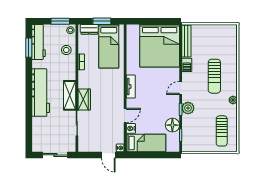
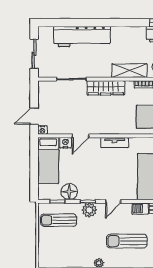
door: (181, 88) -> (113, 201), swing flipped
workbench: (41, 93) -> (82, 37), moved
shelving: (70, 95) -> (129, 71), moved
wardrobe: (84, 99) -> (106, 88), width x1.50
door: (125, 115) -> (81, 136), hinge flipped
sun lounger: (222, 131) -> (59, 220), moved

